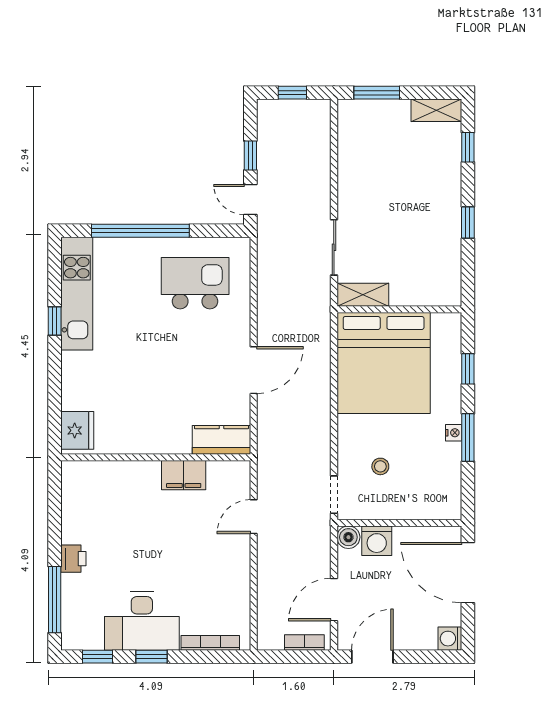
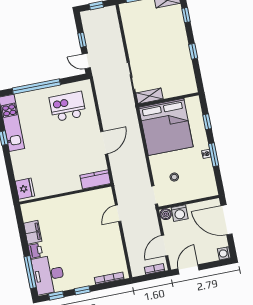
filing cabinet: (184, 475) -> (33, 232), moved, turned -90
desk: (142, 621) -> (48, 275), moved, turned 90

